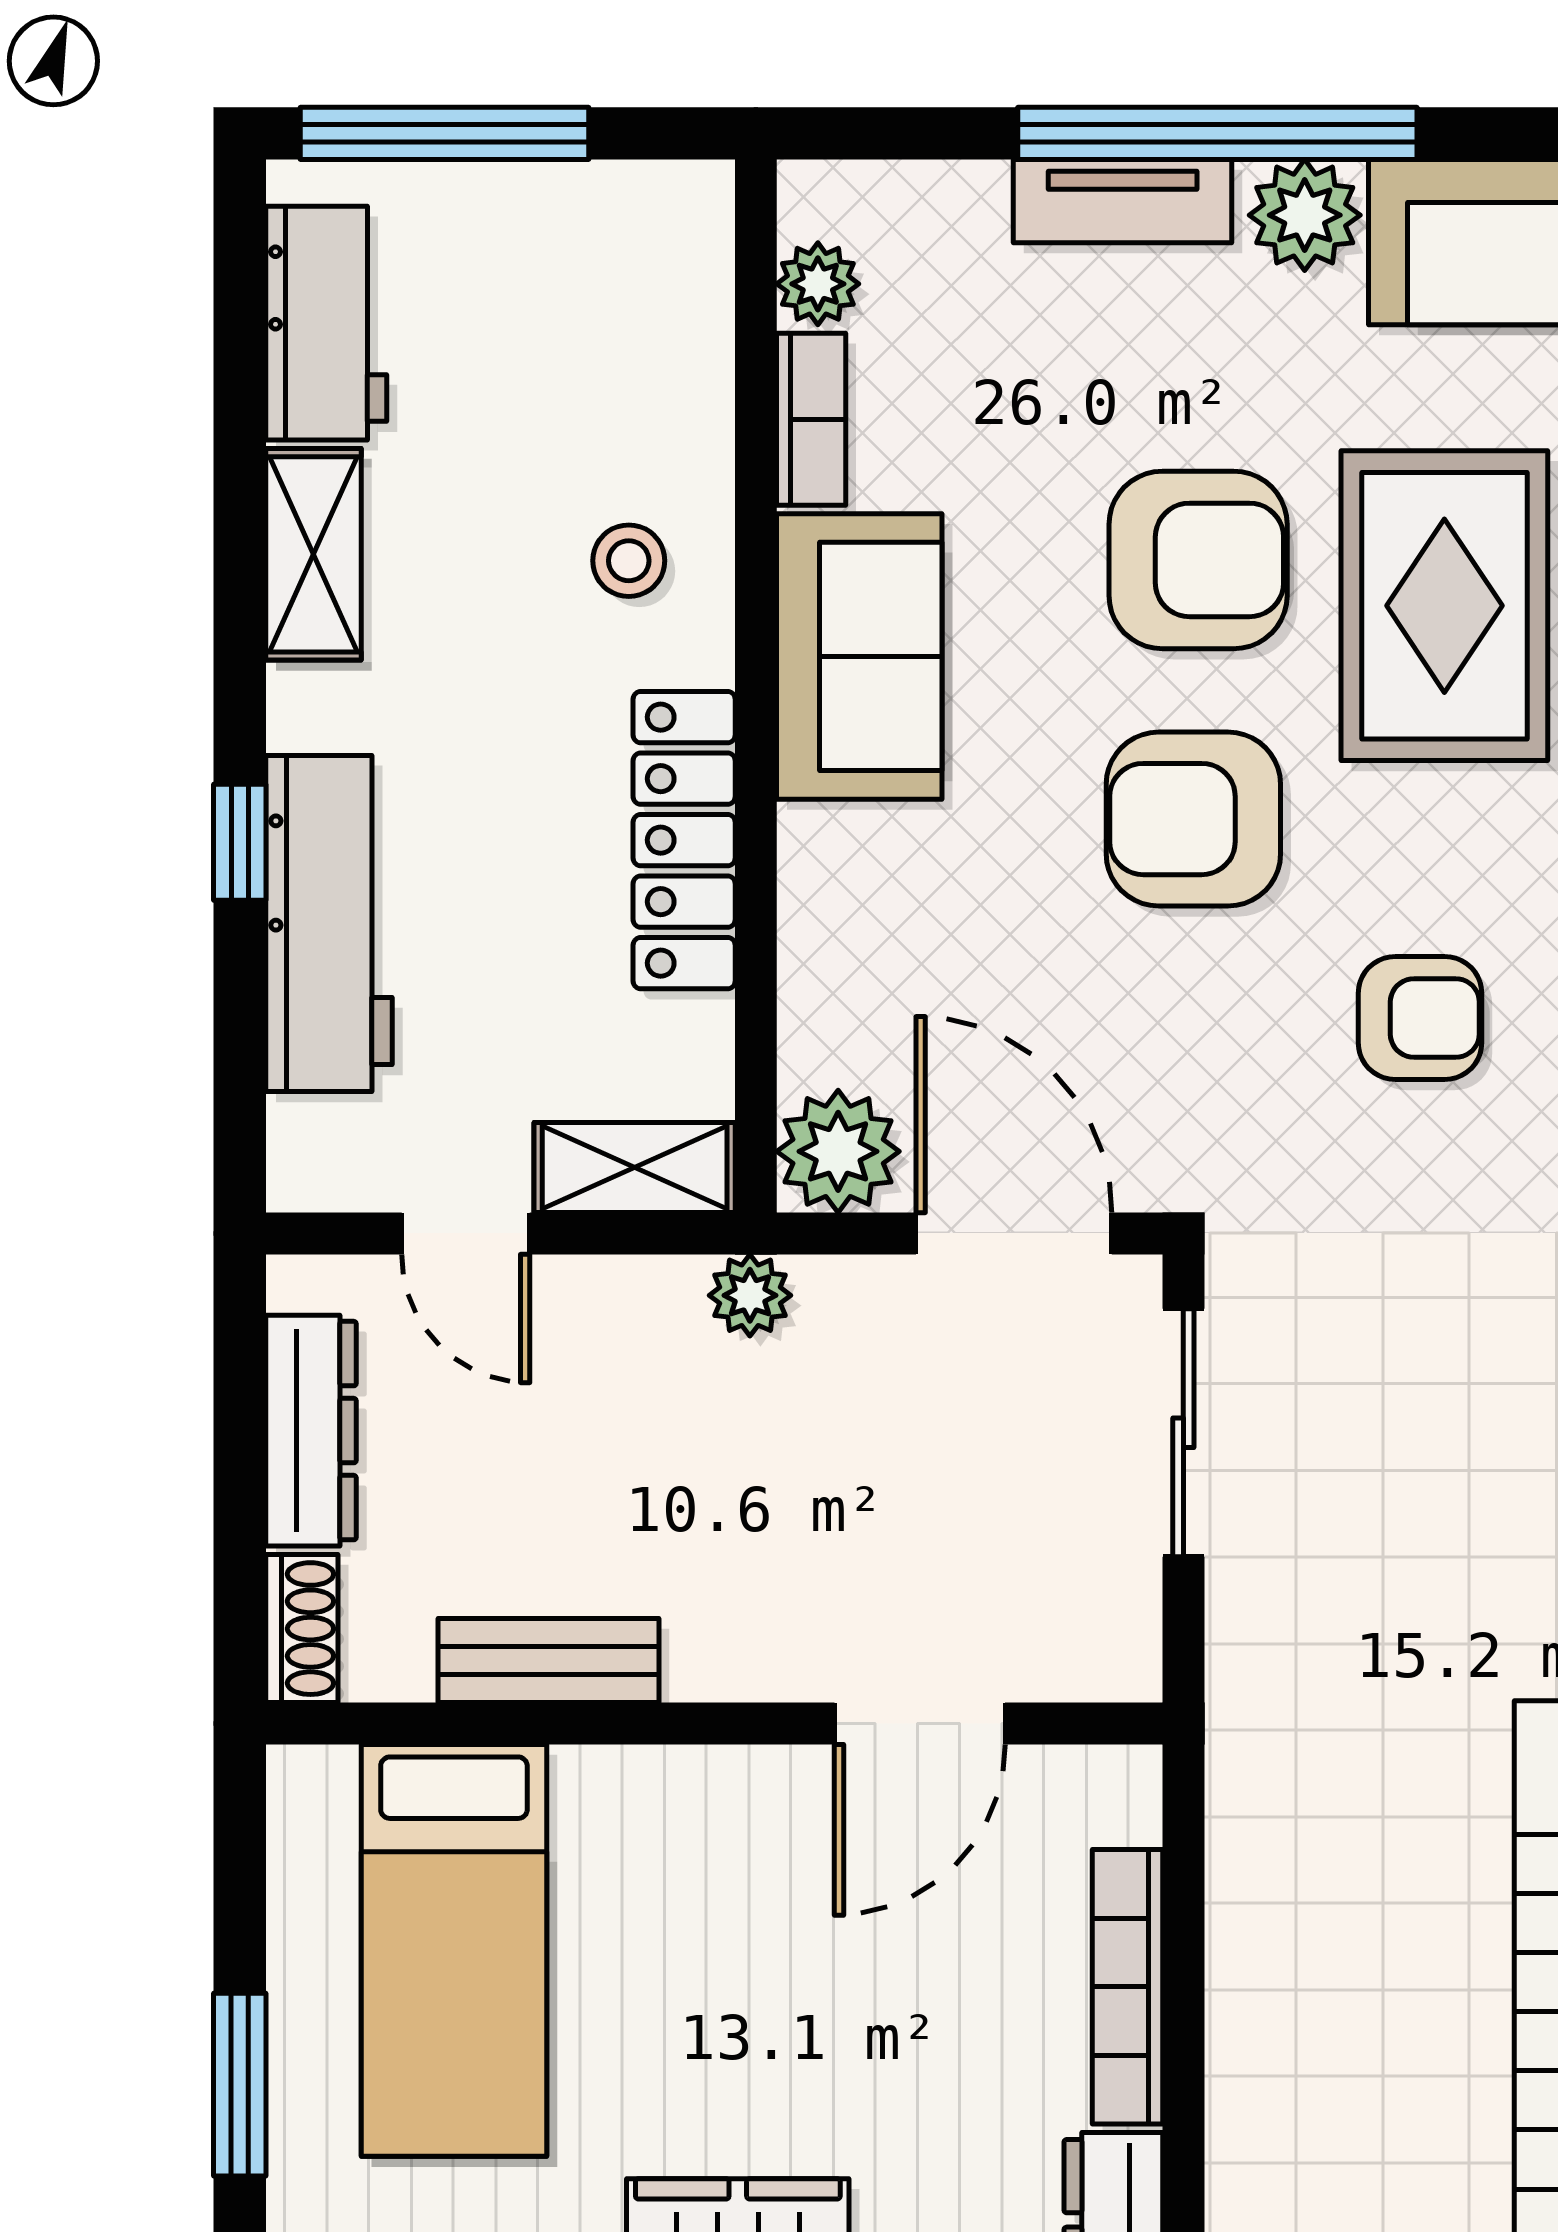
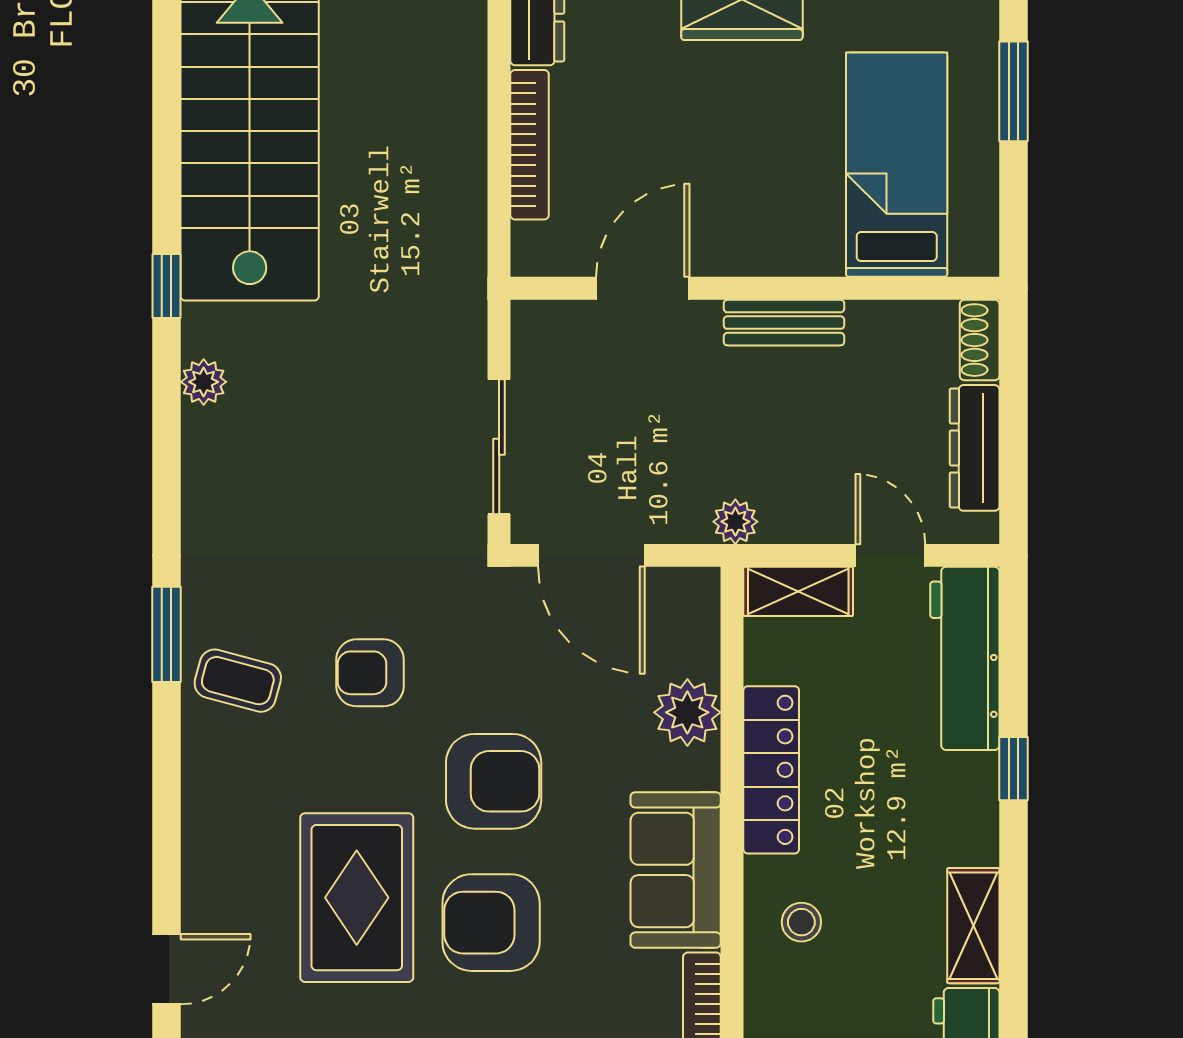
workbench: (329, 923) -> (965, 658), moved
plant: (838, 1151) -> (687, 712), moved
bench: (548, 1661) -> (784, 323), moved

